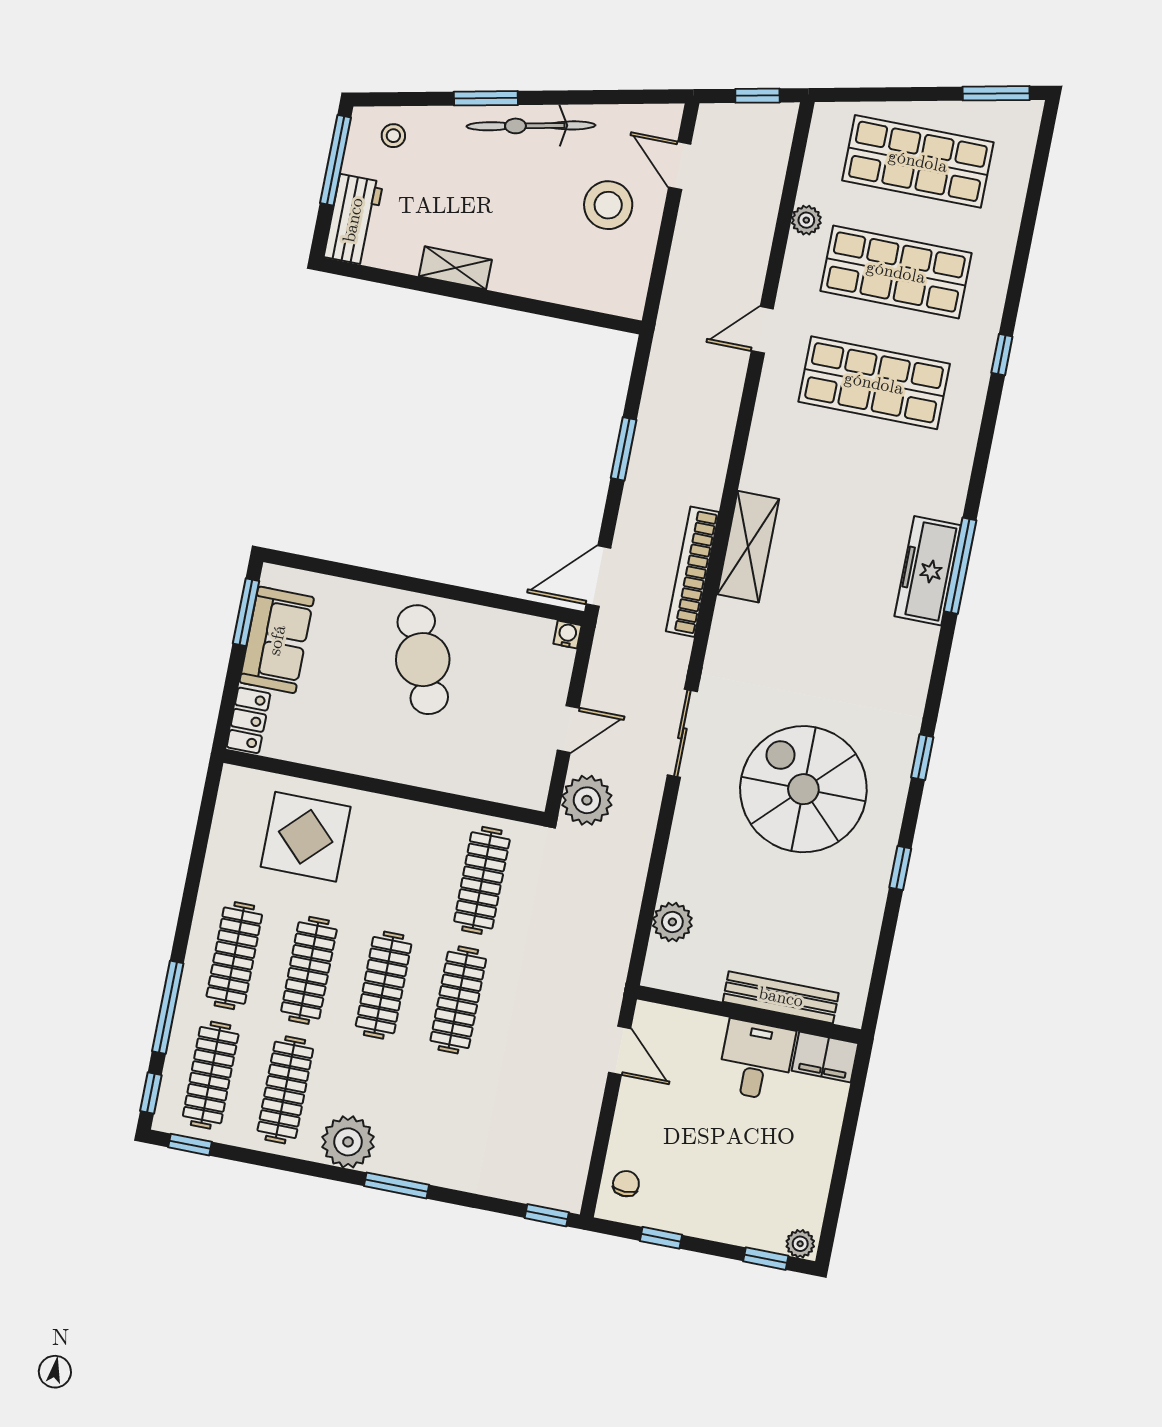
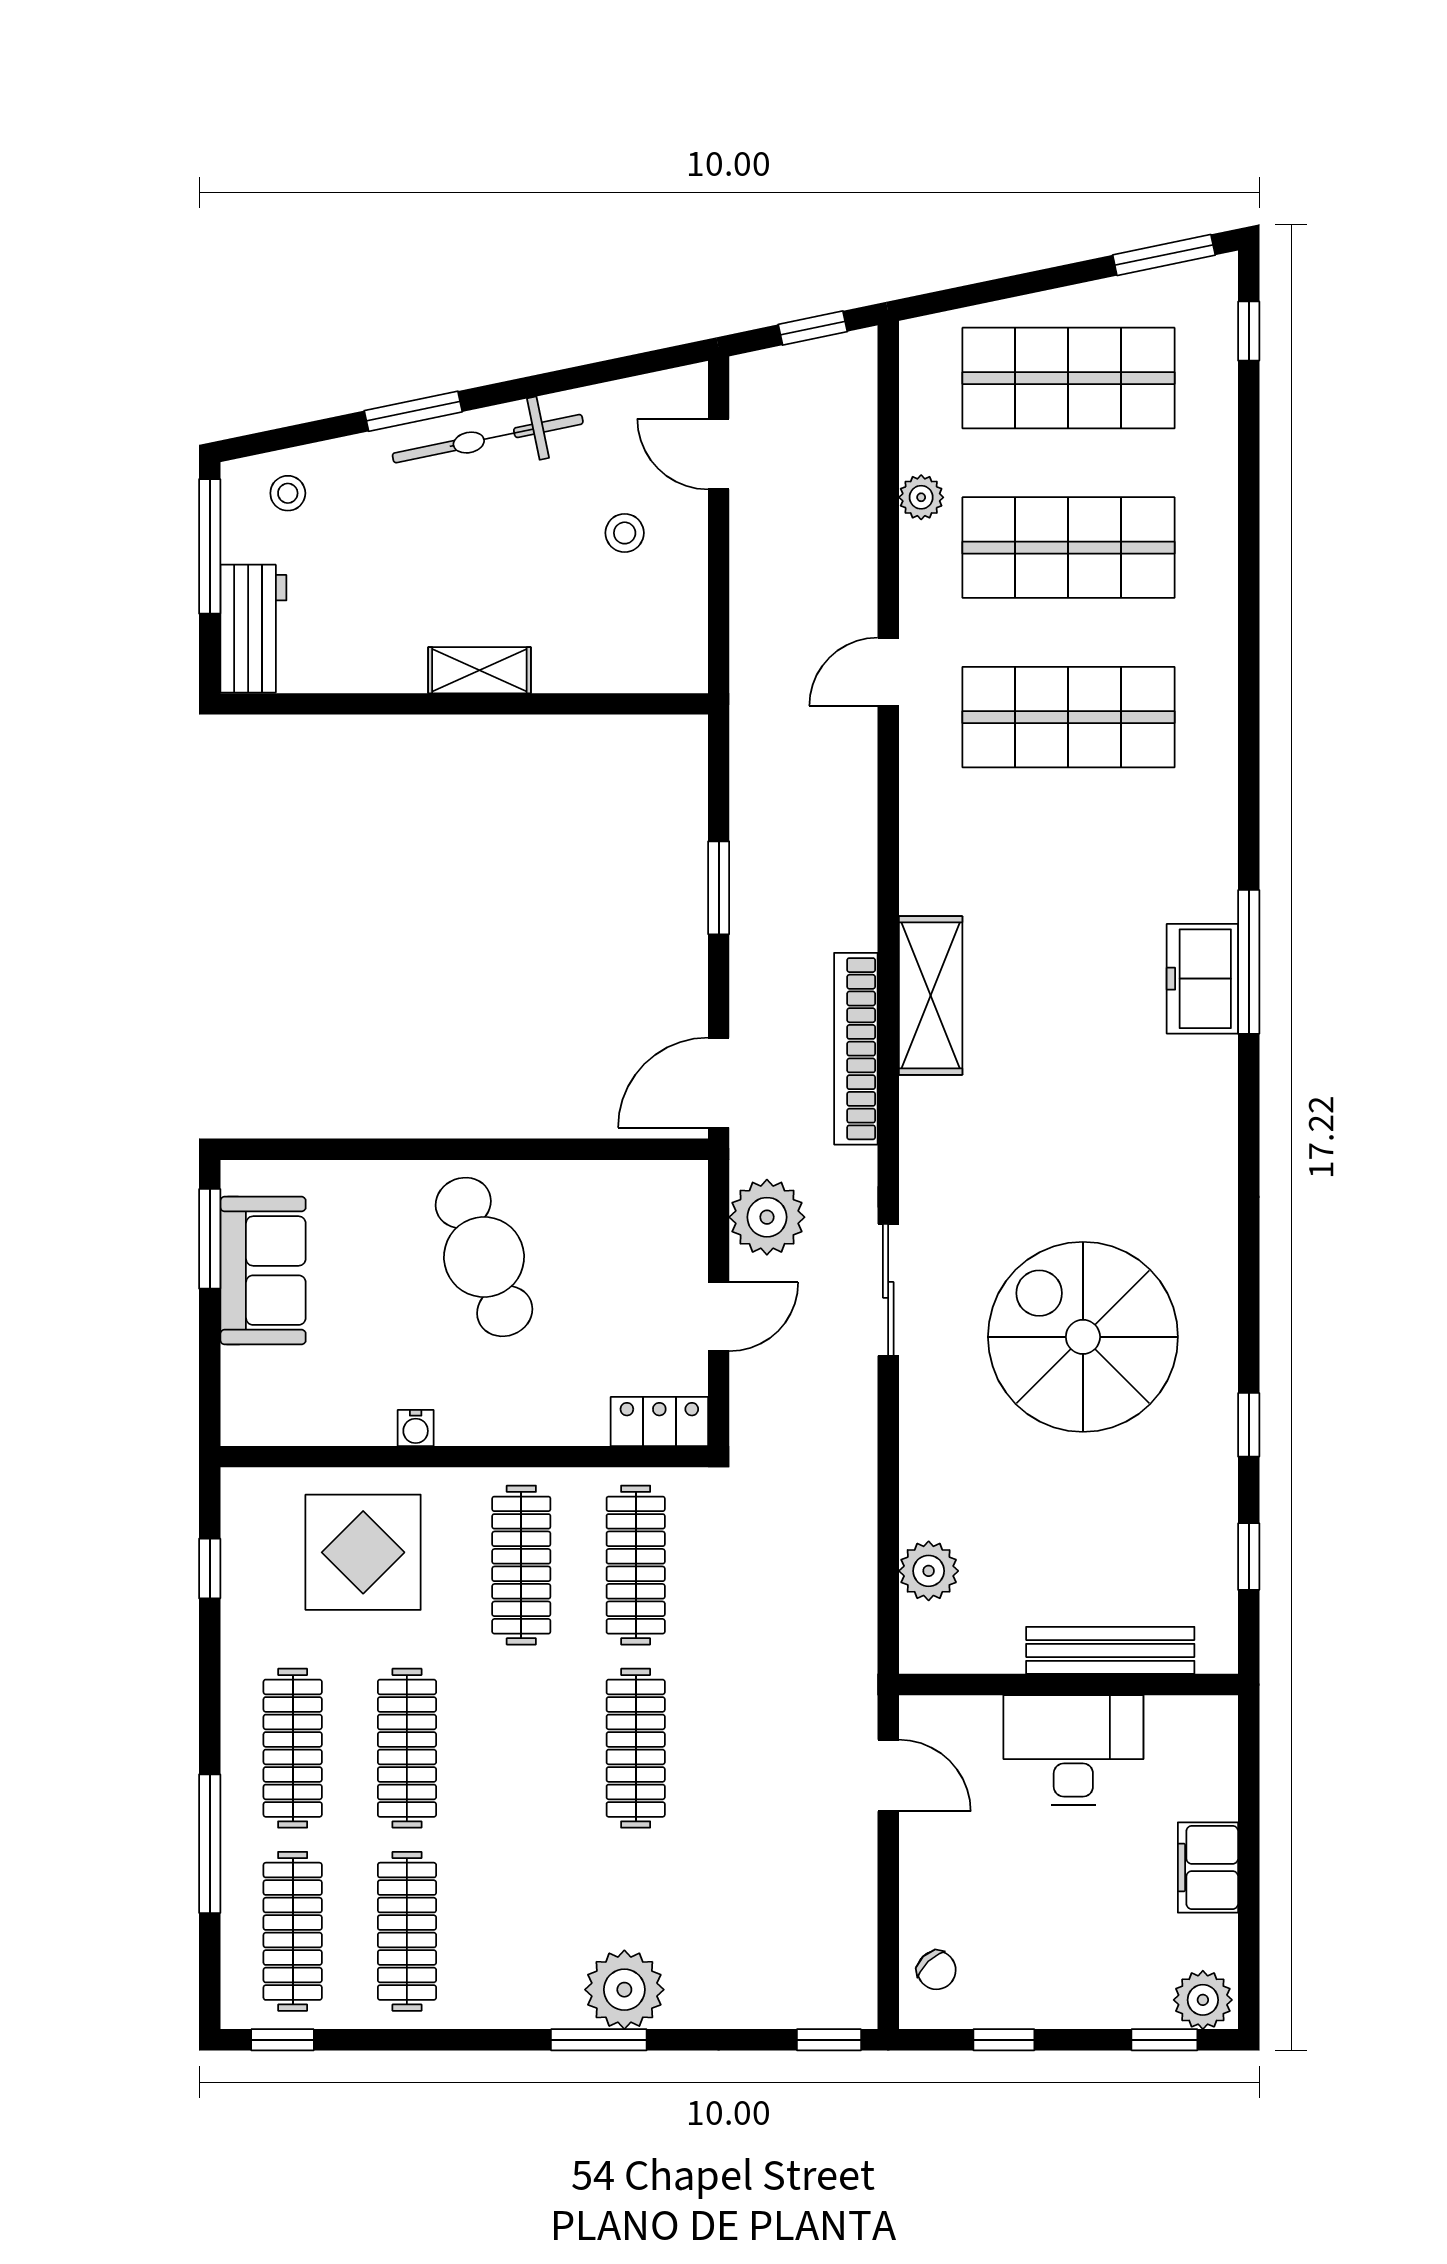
stool: (608, 205) -> (625, 533), width x0.53, depth x0.53
shelving: (455, 268) -> (479, 670), moved
window: (1002, 355) -> (1249, 331), moved
freezer: (928, 571) -> (1202, 979), width x0.71
water cooler: (567, 635) -> (416, 1428), moved, turned 180
locker: (248, 720) -> (659, 1421), moved, turned -90
window: (922, 757) -> (1249, 1557), moved
plant: (587, 800) -> (767, 1217), moved
clothes rail: (384, 985) -> (521, 1565), moved
filing cabinet: (825, 1057) -> (1208, 1867), moved, turned 90
desk: (756, 1060) -> (1073, 1750), width x1.37
window: (151, 1093) -> (210, 1568), moved
plant: (348, 1142) -> (624, 1990), moved
chair: (626, 1184) -> (937, 1970), turned 136
plant: (800, 1244) -> (1203, 2000), width x1.38, depth x1.38

